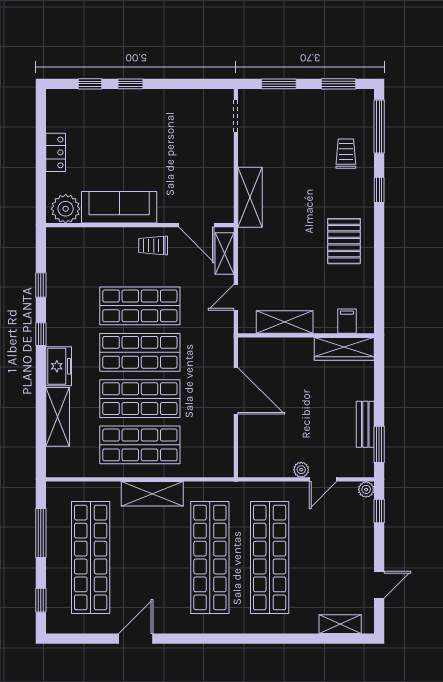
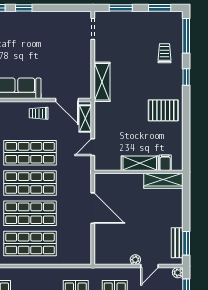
pallet: (344, 241) -> (163, 110), turned 90
shelving: (285, 322) -> (140, 163), moved
bench: (365, 424) -> (177, 243), moved
shelving: (152, 494) -> (38, 275), removed

